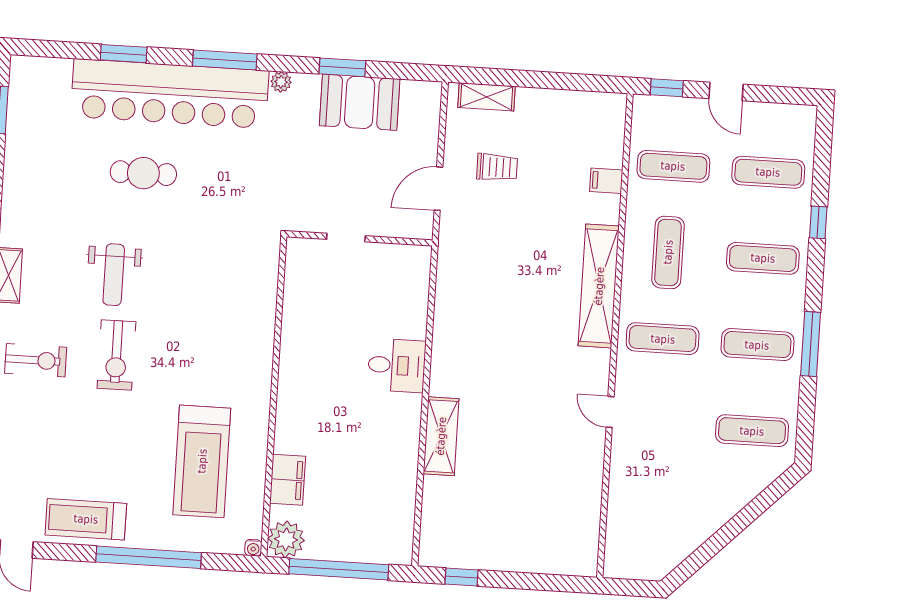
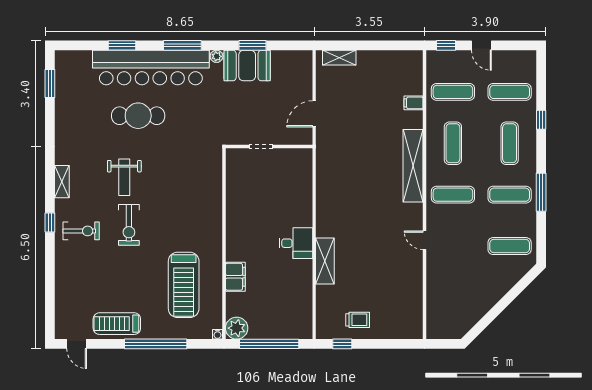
booth: (360, 102) -> (247, 66), moved
trolley: (497, 167) -> (358, 320), moved
cafe table: (143, 173) -> (138, 116), width x1.37, depth x1.35
exercise mat: (763, 258) -> (510, 143), turned 90
desk: (397, 365) -> (296, 243), moved
filing cabinet: (288, 480) -> (235, 277), moved

